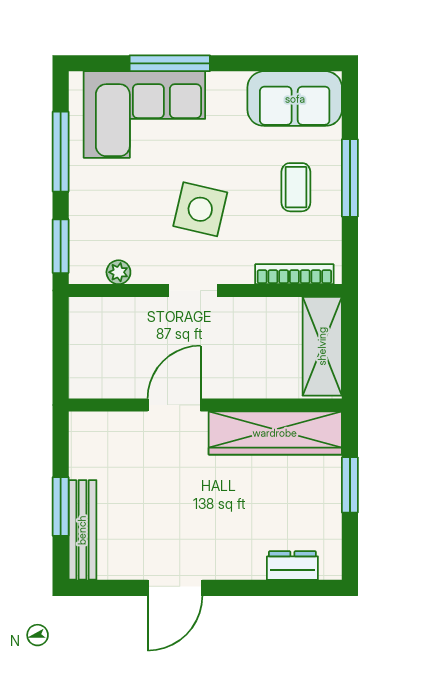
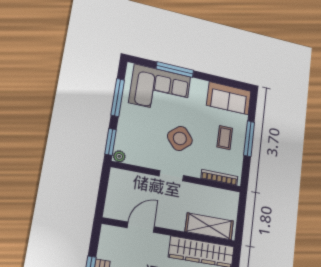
side table: (200, 209) -> (180, 138), turned 36
plant: (118, 272) -> (119, 156), moved
shelving: (322, 346) -> (209, 226), moved, turned 90
door: (174, 405) -> (141, 227), moved

